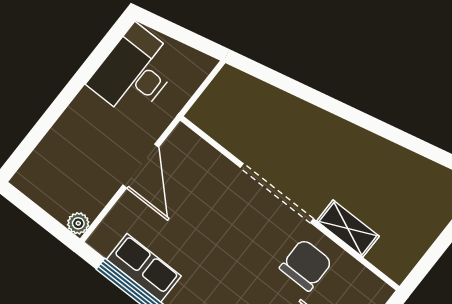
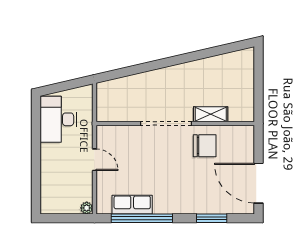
door: (141, 166) -> (94, 160), width x0.73
chair: (306, 265) -> (205, 146), turned 90

